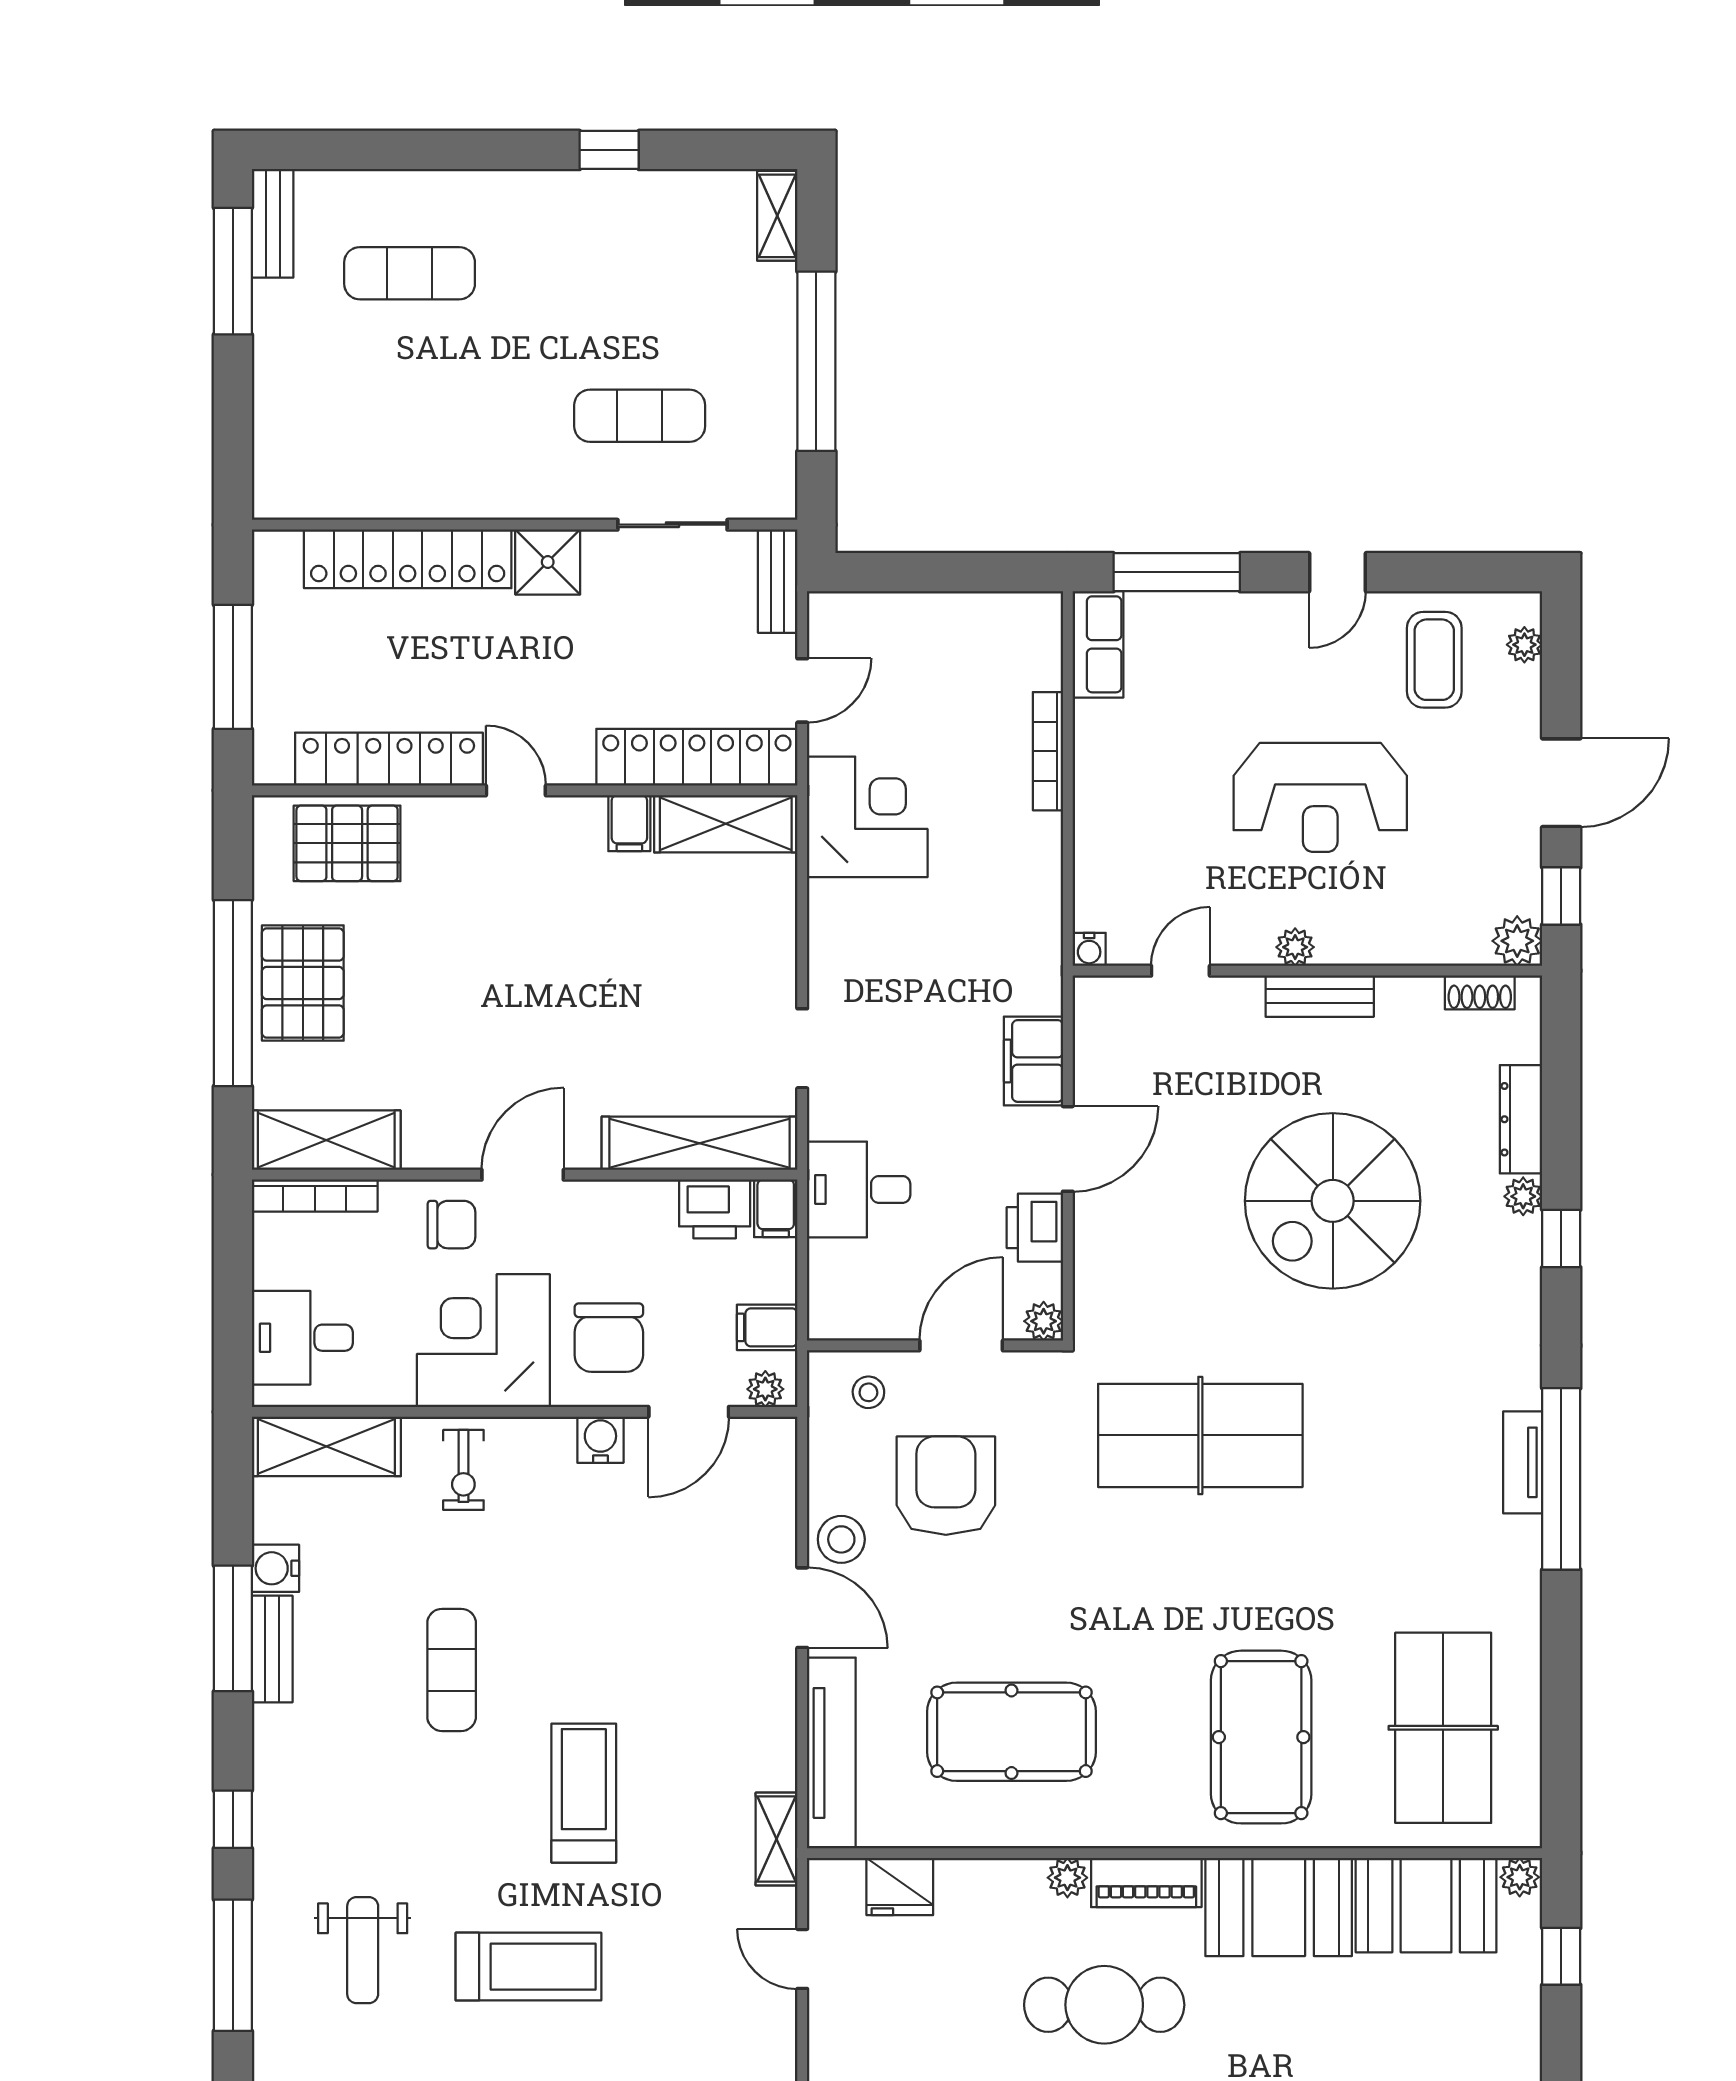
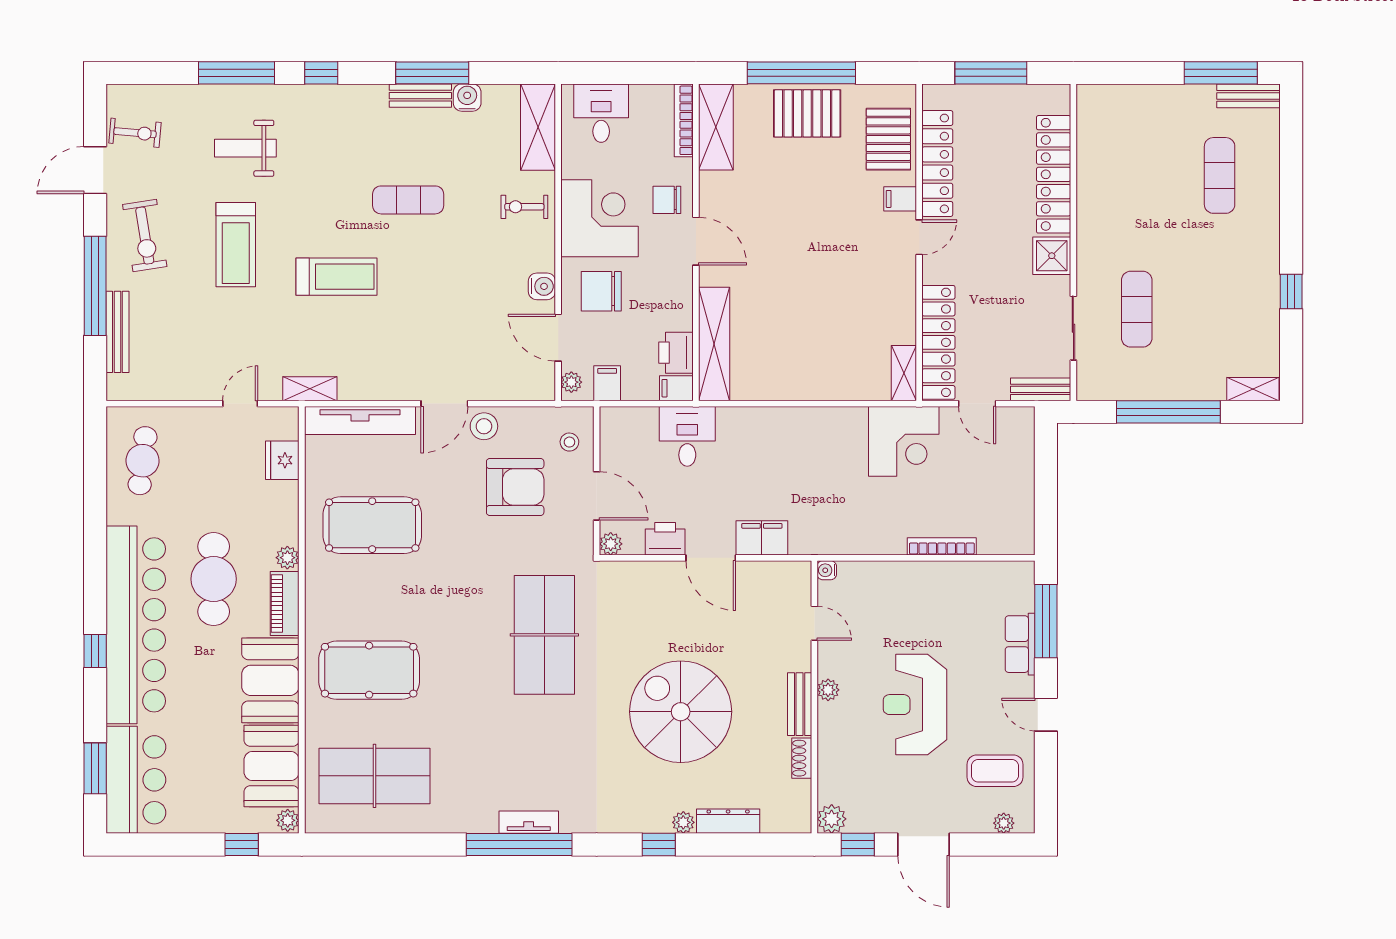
row of seats: (1098, 644) -> (1020, 644), moved, turned 90
filing cabinet: (629, 823) -> (900, 199), moved
shelving: (726, 824) -> (904, 373), width x0.67, depth x0.75
shoe rack: (1480, 992) -> (802, 758), moved
doorway: (802, 1048) -> (769, 404), removed
chair: (452, 1225) -> (667, 200), turned 90
pool table: (1011, 1732) -> (372, 525), turned 90

